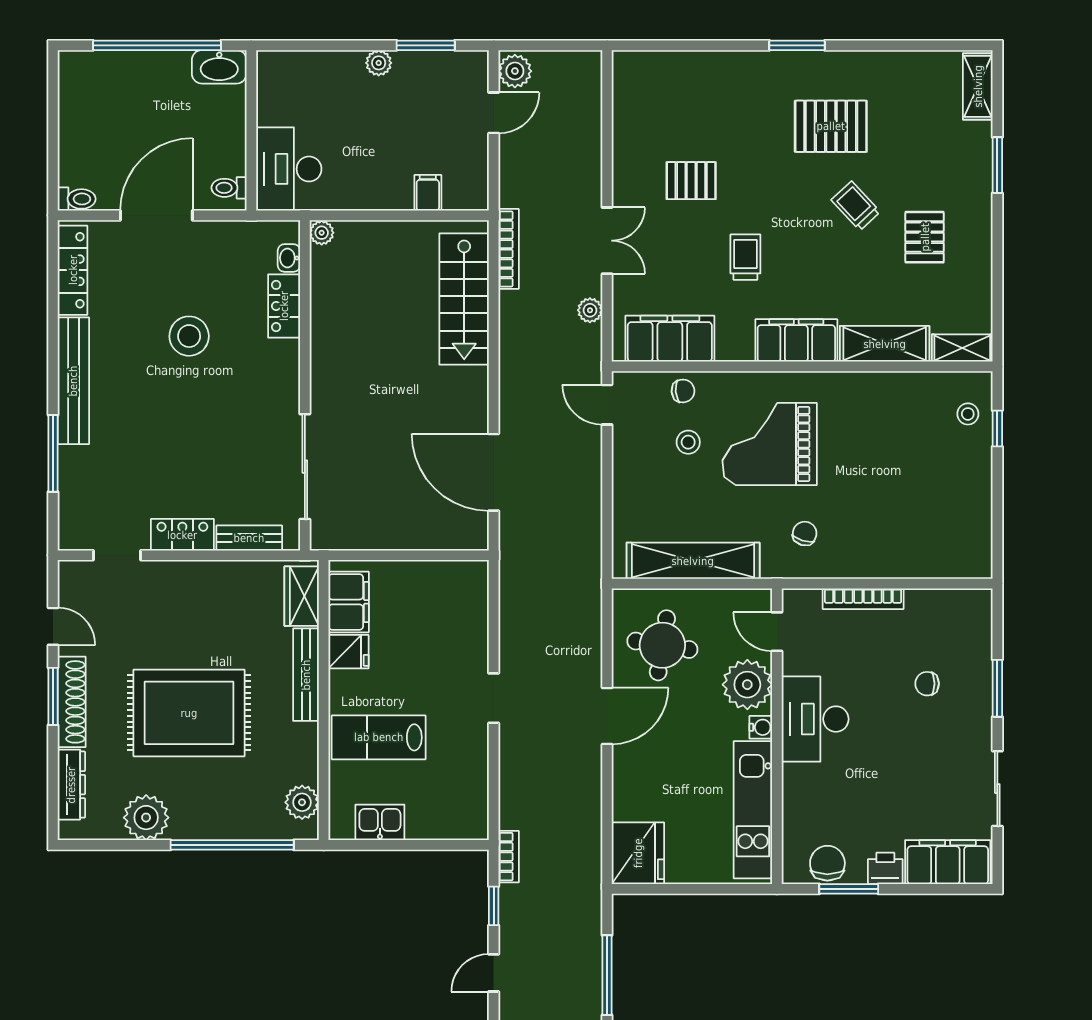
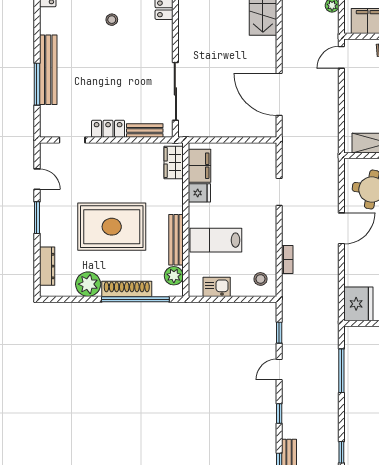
stool: (189, 336) -> (112, 20), width x0.53, depth x0.53
bench: (73, 381) -> (48, 70), moved
door: (607, 405) -> (341, 57), hinge flipped
bench: (306, 675) -> (176, 240), moved
doorway: (494, 698) -> (279, 192), moved
shoe rack: (72, 702) -> (127, 289), moved, turned -90
stool: (460, 808) -> (260, 279), added
bookcase: (509, 857) -> (287, 259), moved

